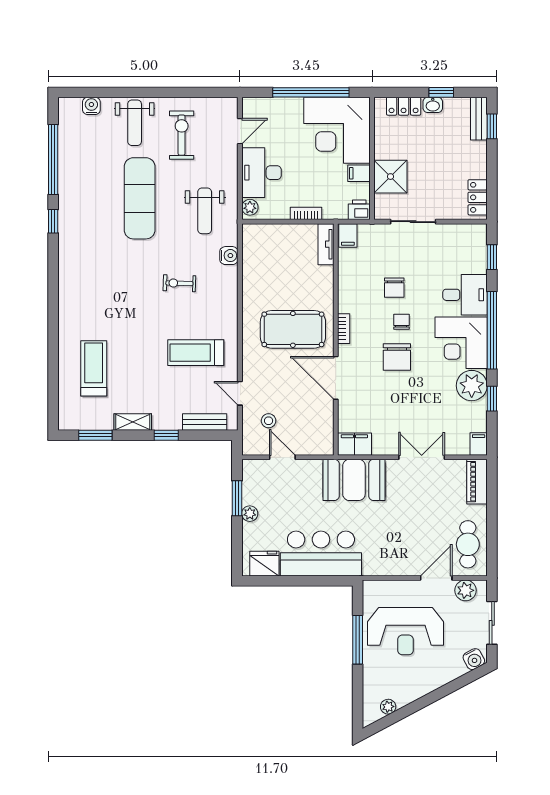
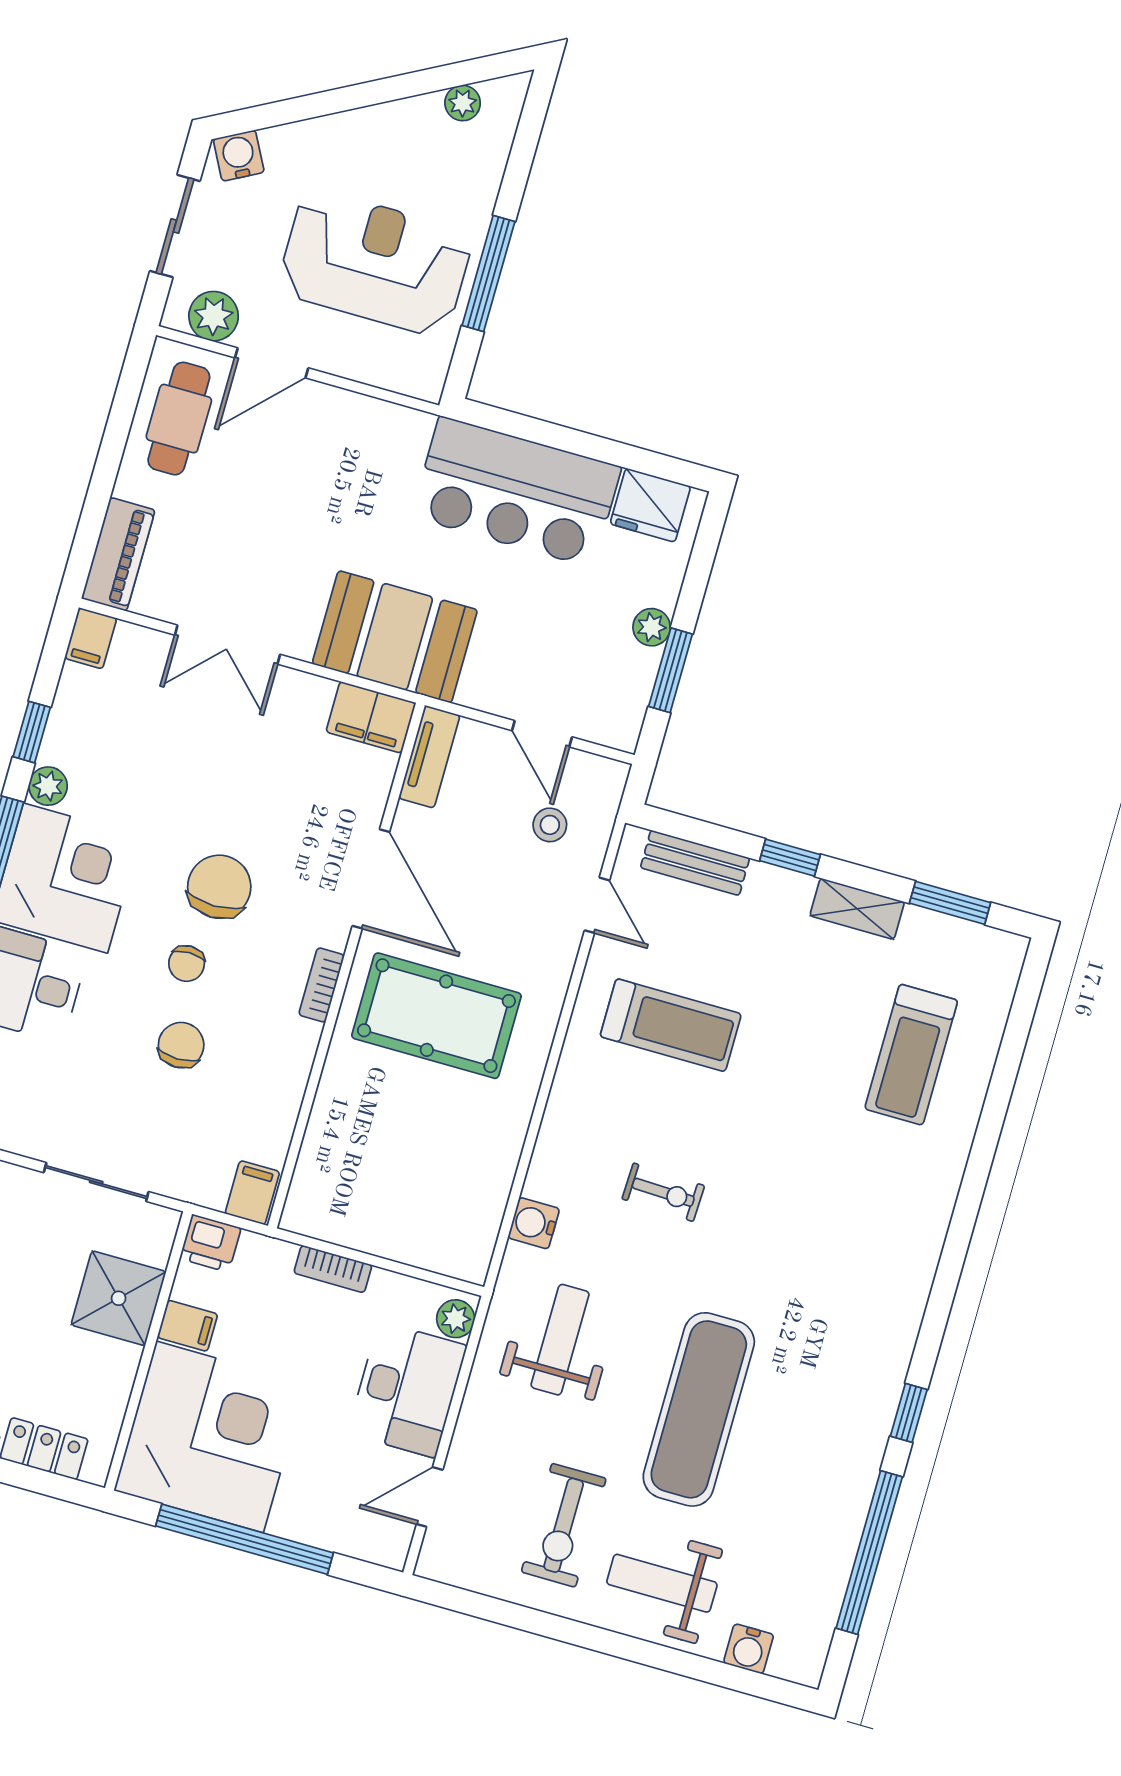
weight bench: (135, 123) -> (662, 1583), turned -90
tv unit: (326, 244) -> (429, 757), moved
plant: (472, 386) -> (48, 786), width x0.53, depth x0.53

